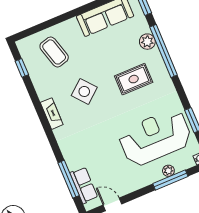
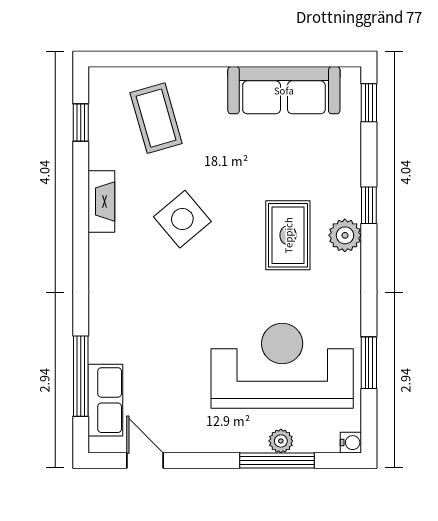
plant: (147, 42) -> (345, 235), moved
window: (164, 51) -> (369, 205), width x0.32
rug: (134, 79) -> (288, 235), turned 90
fireplace: (52, 114) -> (101, 201), moved

